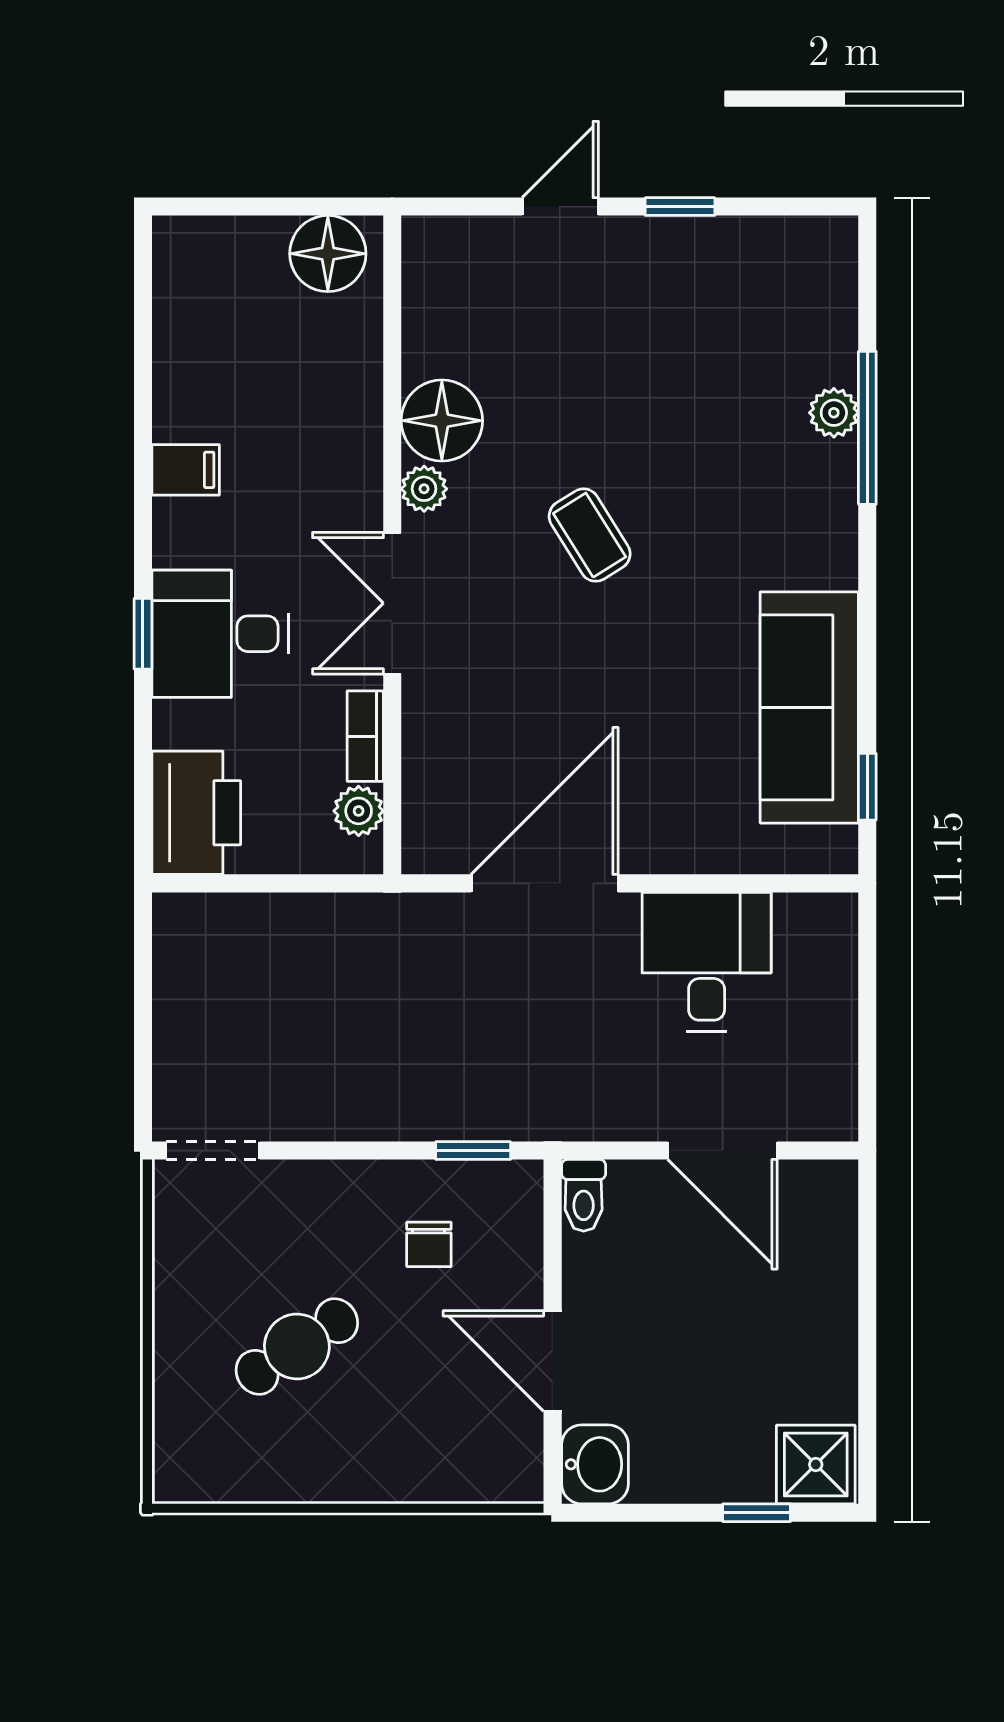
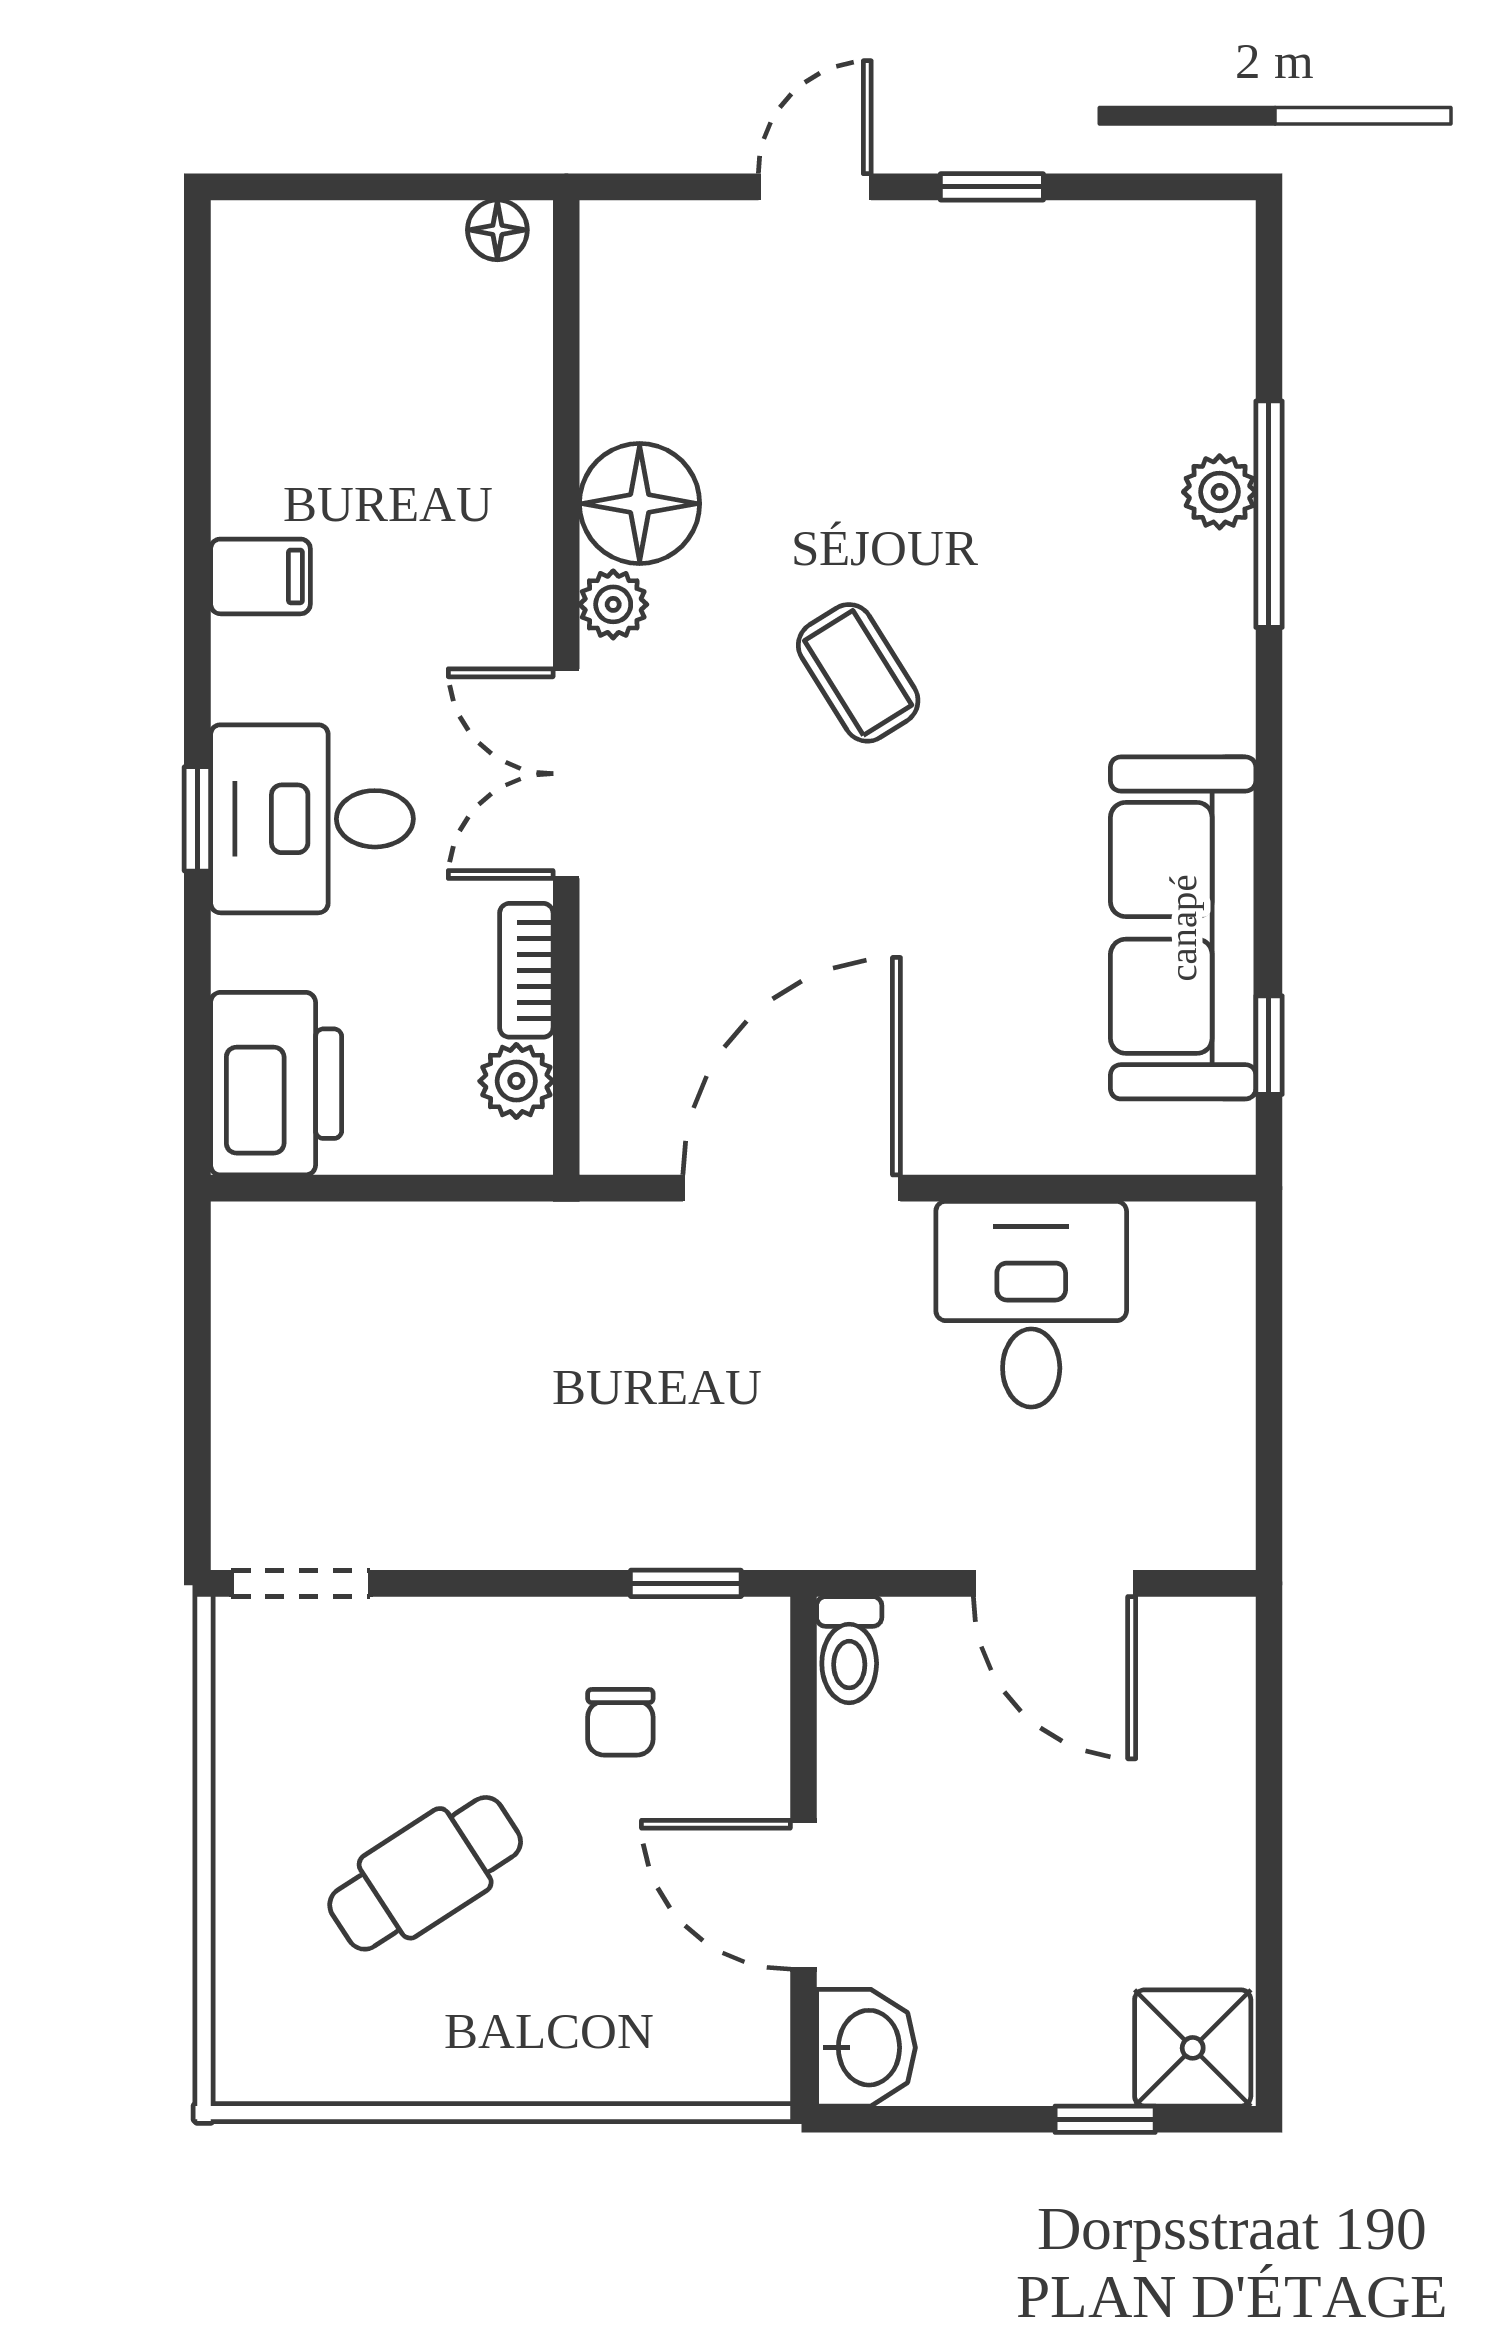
floor lamp: (328, 254) -> (497, 230), width x0.53, depth x0.53

